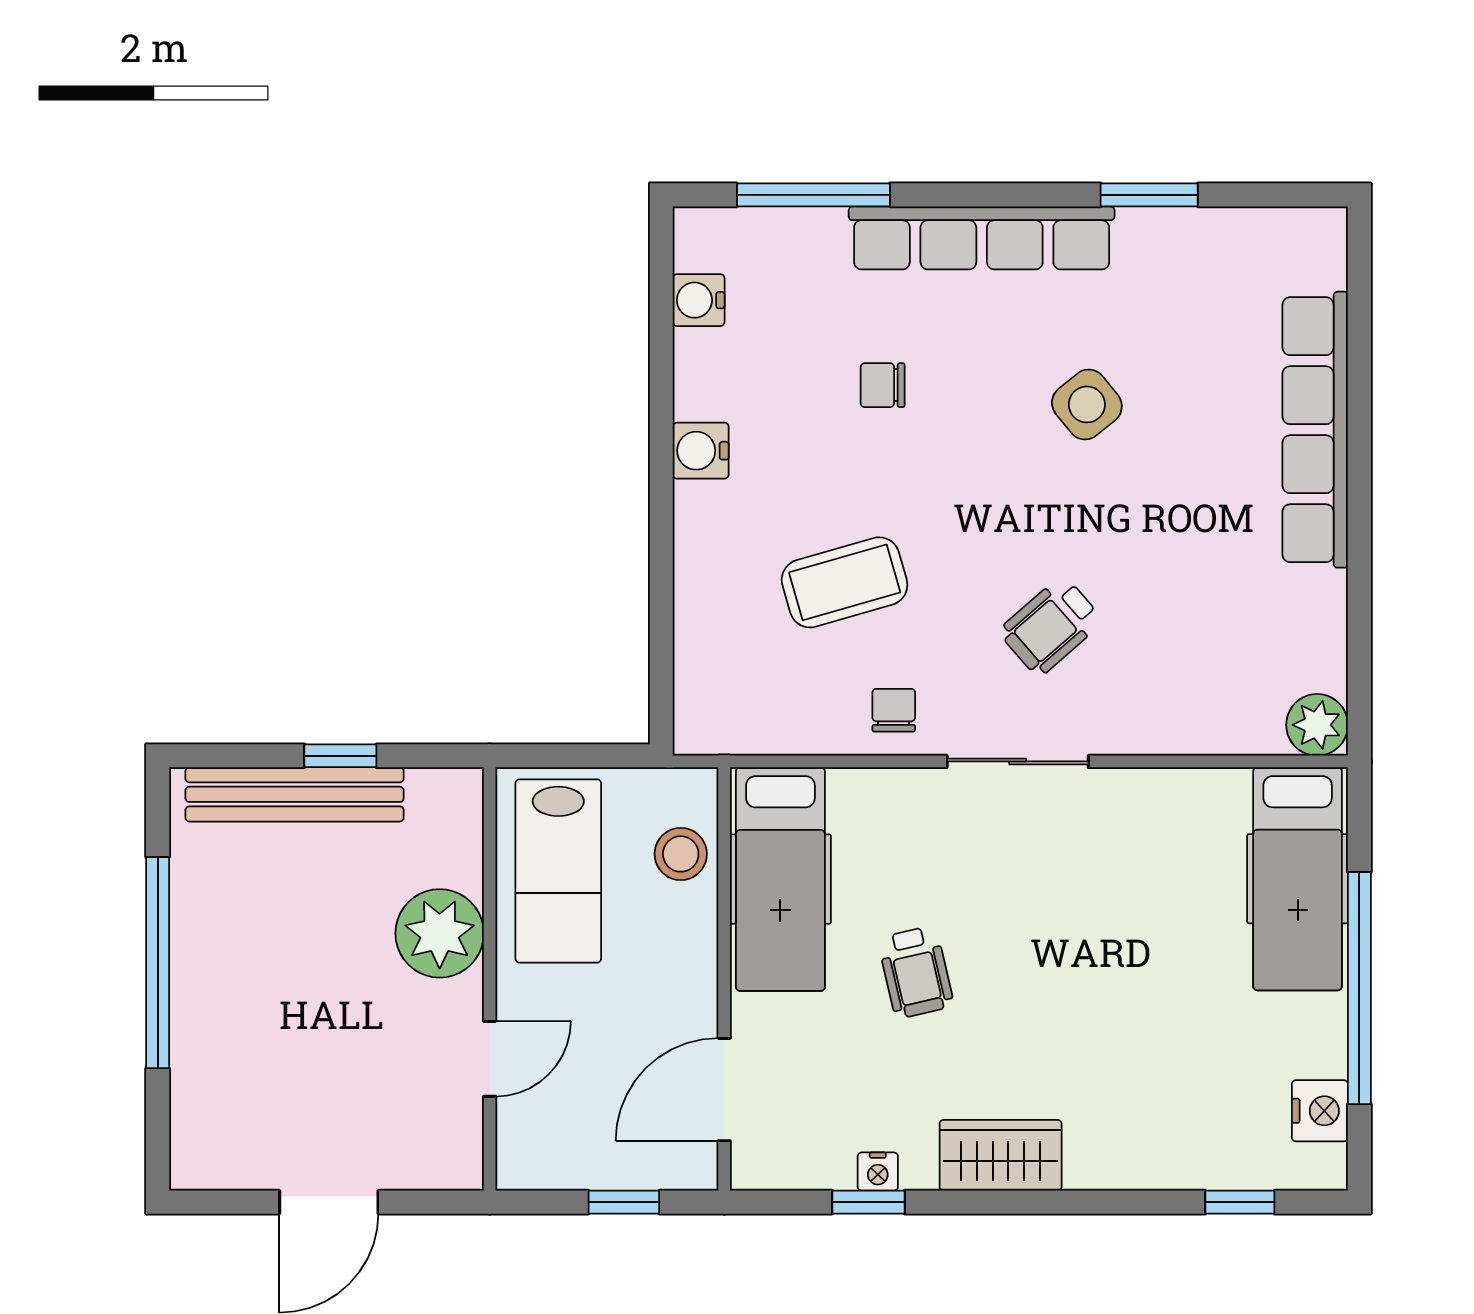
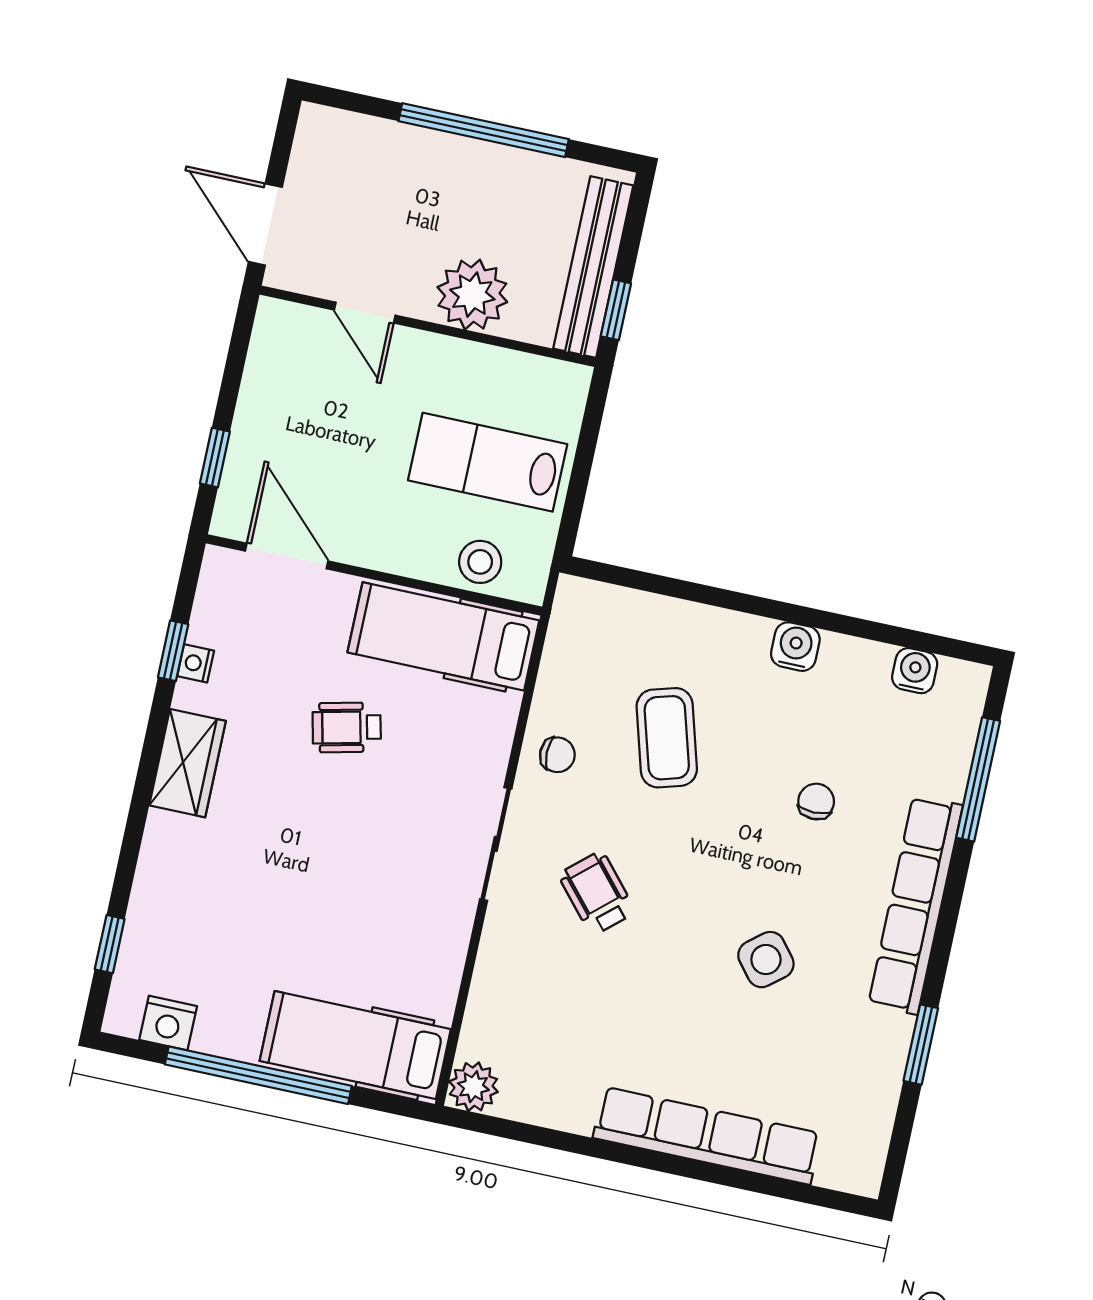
plant: (440, 933) -> (472, 295), moved
wall: (490, 979) -> (428, 326), moved
door: (490, 1059) -> (365, 313), moved

